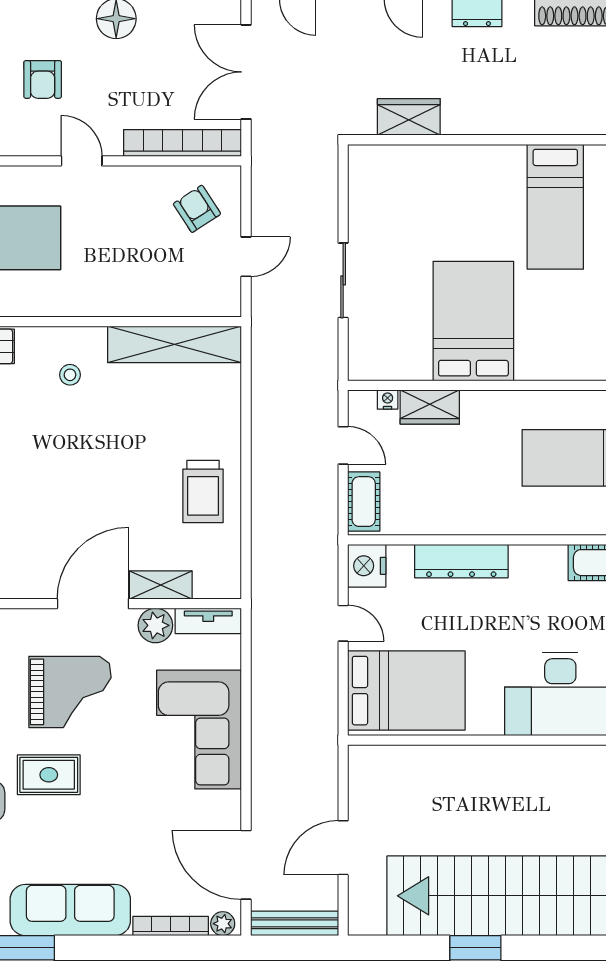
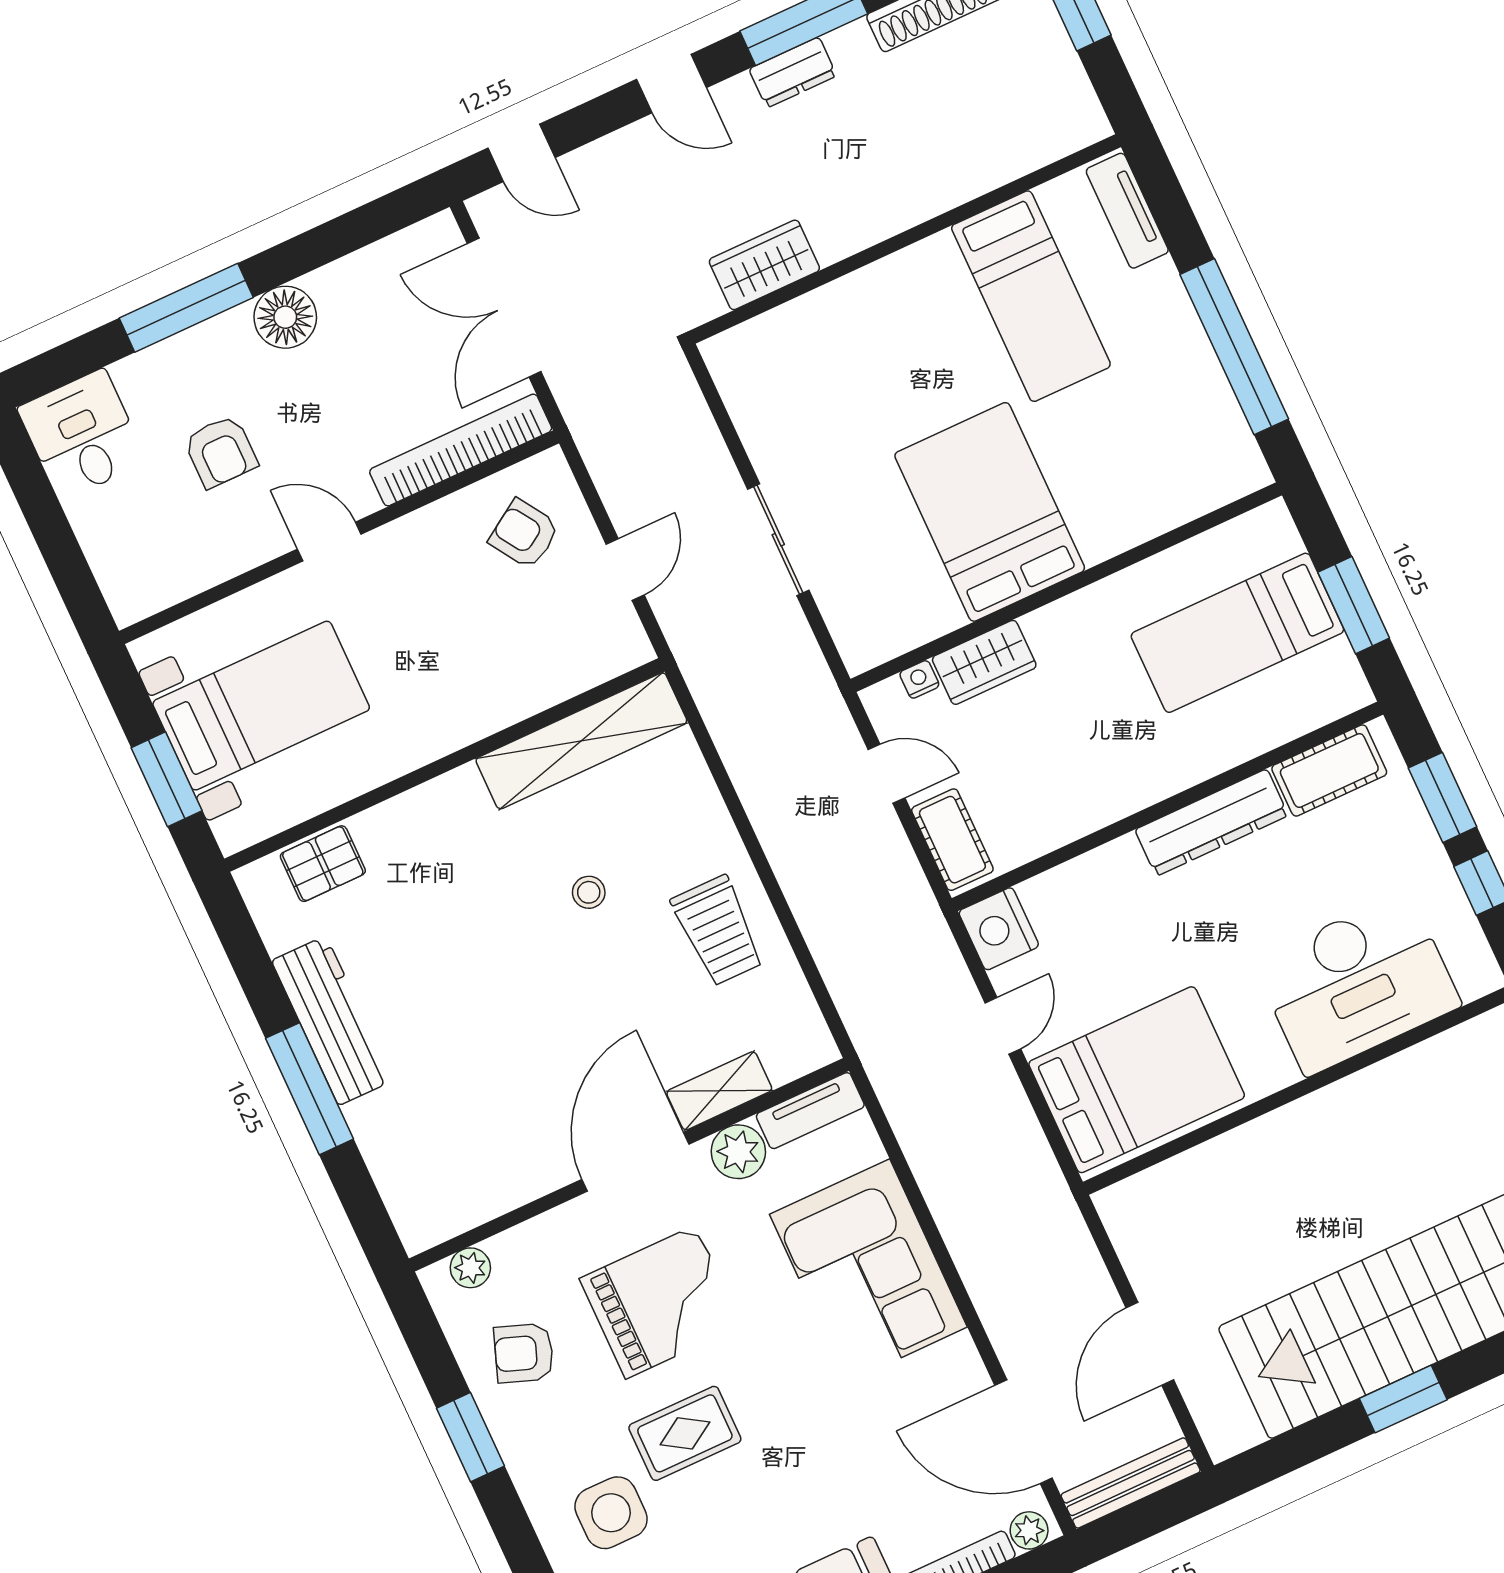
stool: (70, 375) -> (589, 892), moved
dresser: (461, 561) -> (1212, 822), moved
door: (343, 623) -> (1003, 1026), hinge flipped

